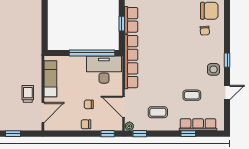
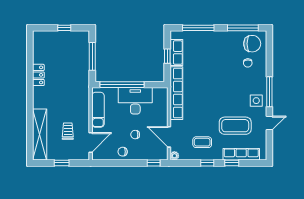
window: (45, 24) -> (92, 56), added
window: (92, 53) -> (122, 85), moved
window: (227, 60) -> (269, 92), width x2.17
desk: (104, 70) -> (135, 101), moved
trolley: (28, 94) -> (68, 131), moved
coffee table: (192, 95) -> (235, 126), width x1.86, depth x1.72
chair: (86, 124) -> (123, 152), moved
window: (140, 134) -> (207, 163), moved

